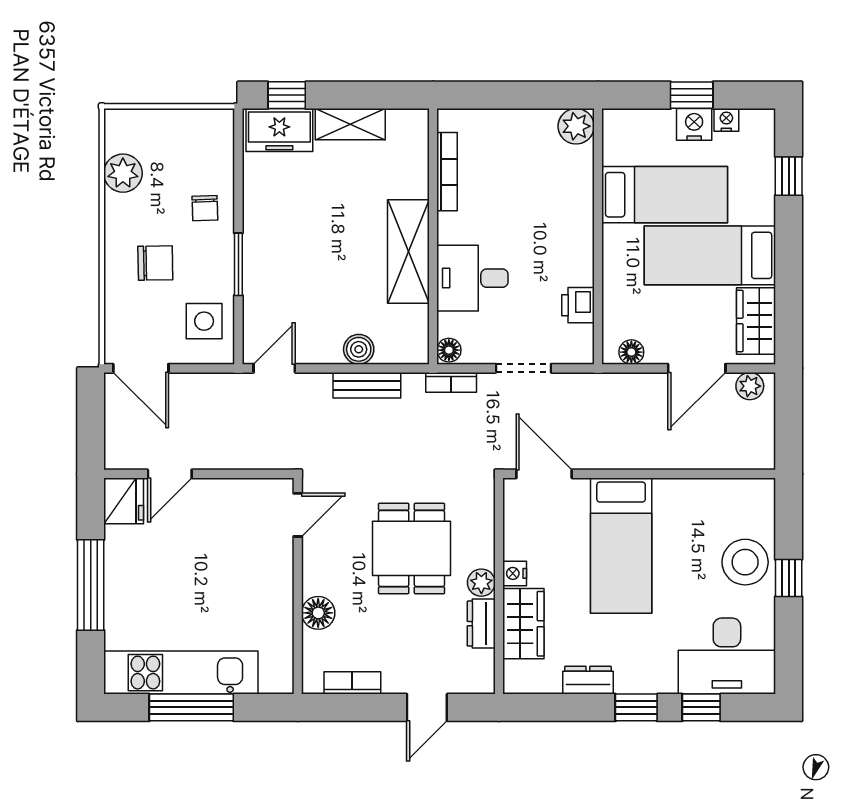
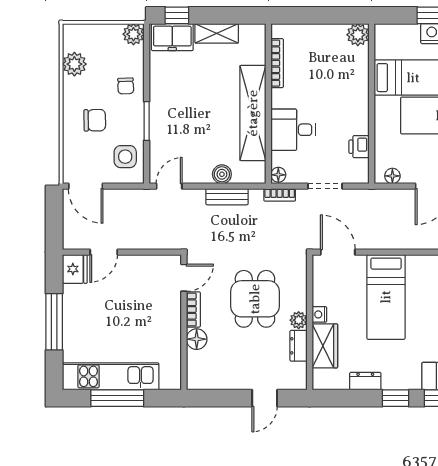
plant: (217, 125) -> (133, 34), added
shelving: (408, 251) -> (253, 113), width x1.47
bookcase: (352, 683) -> (193, 310), moved, turned 90

